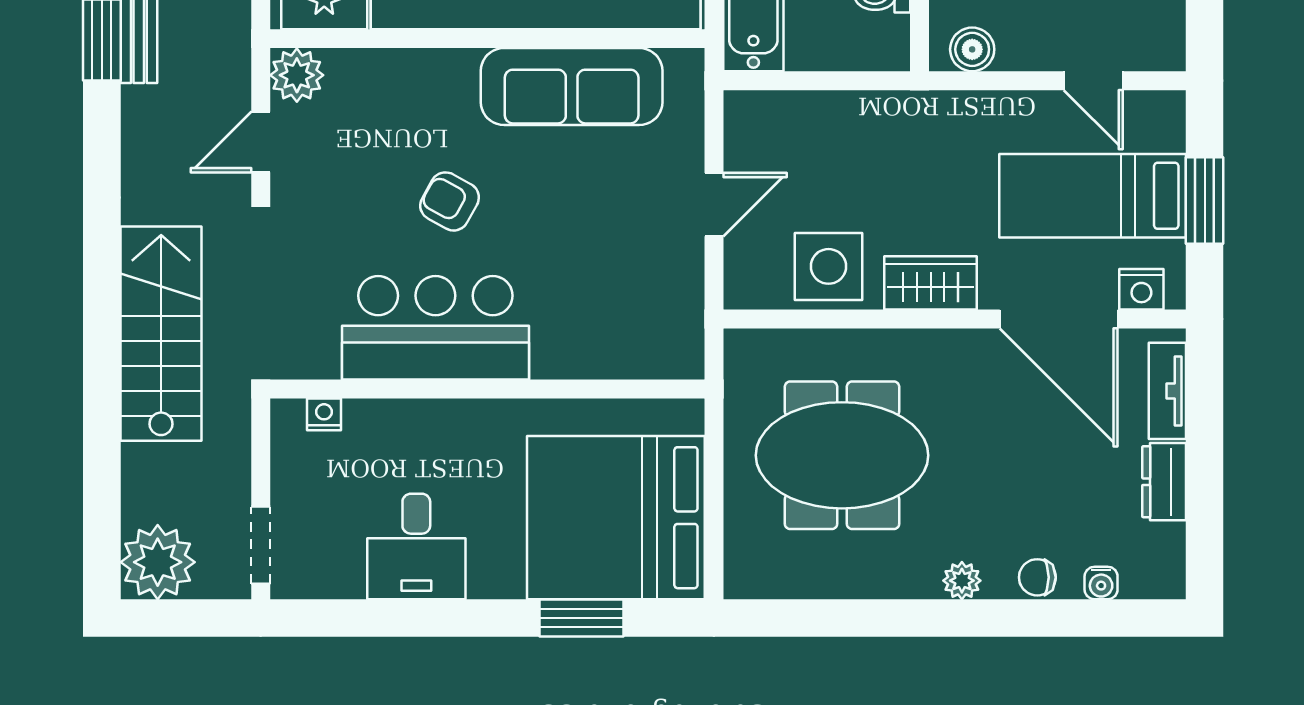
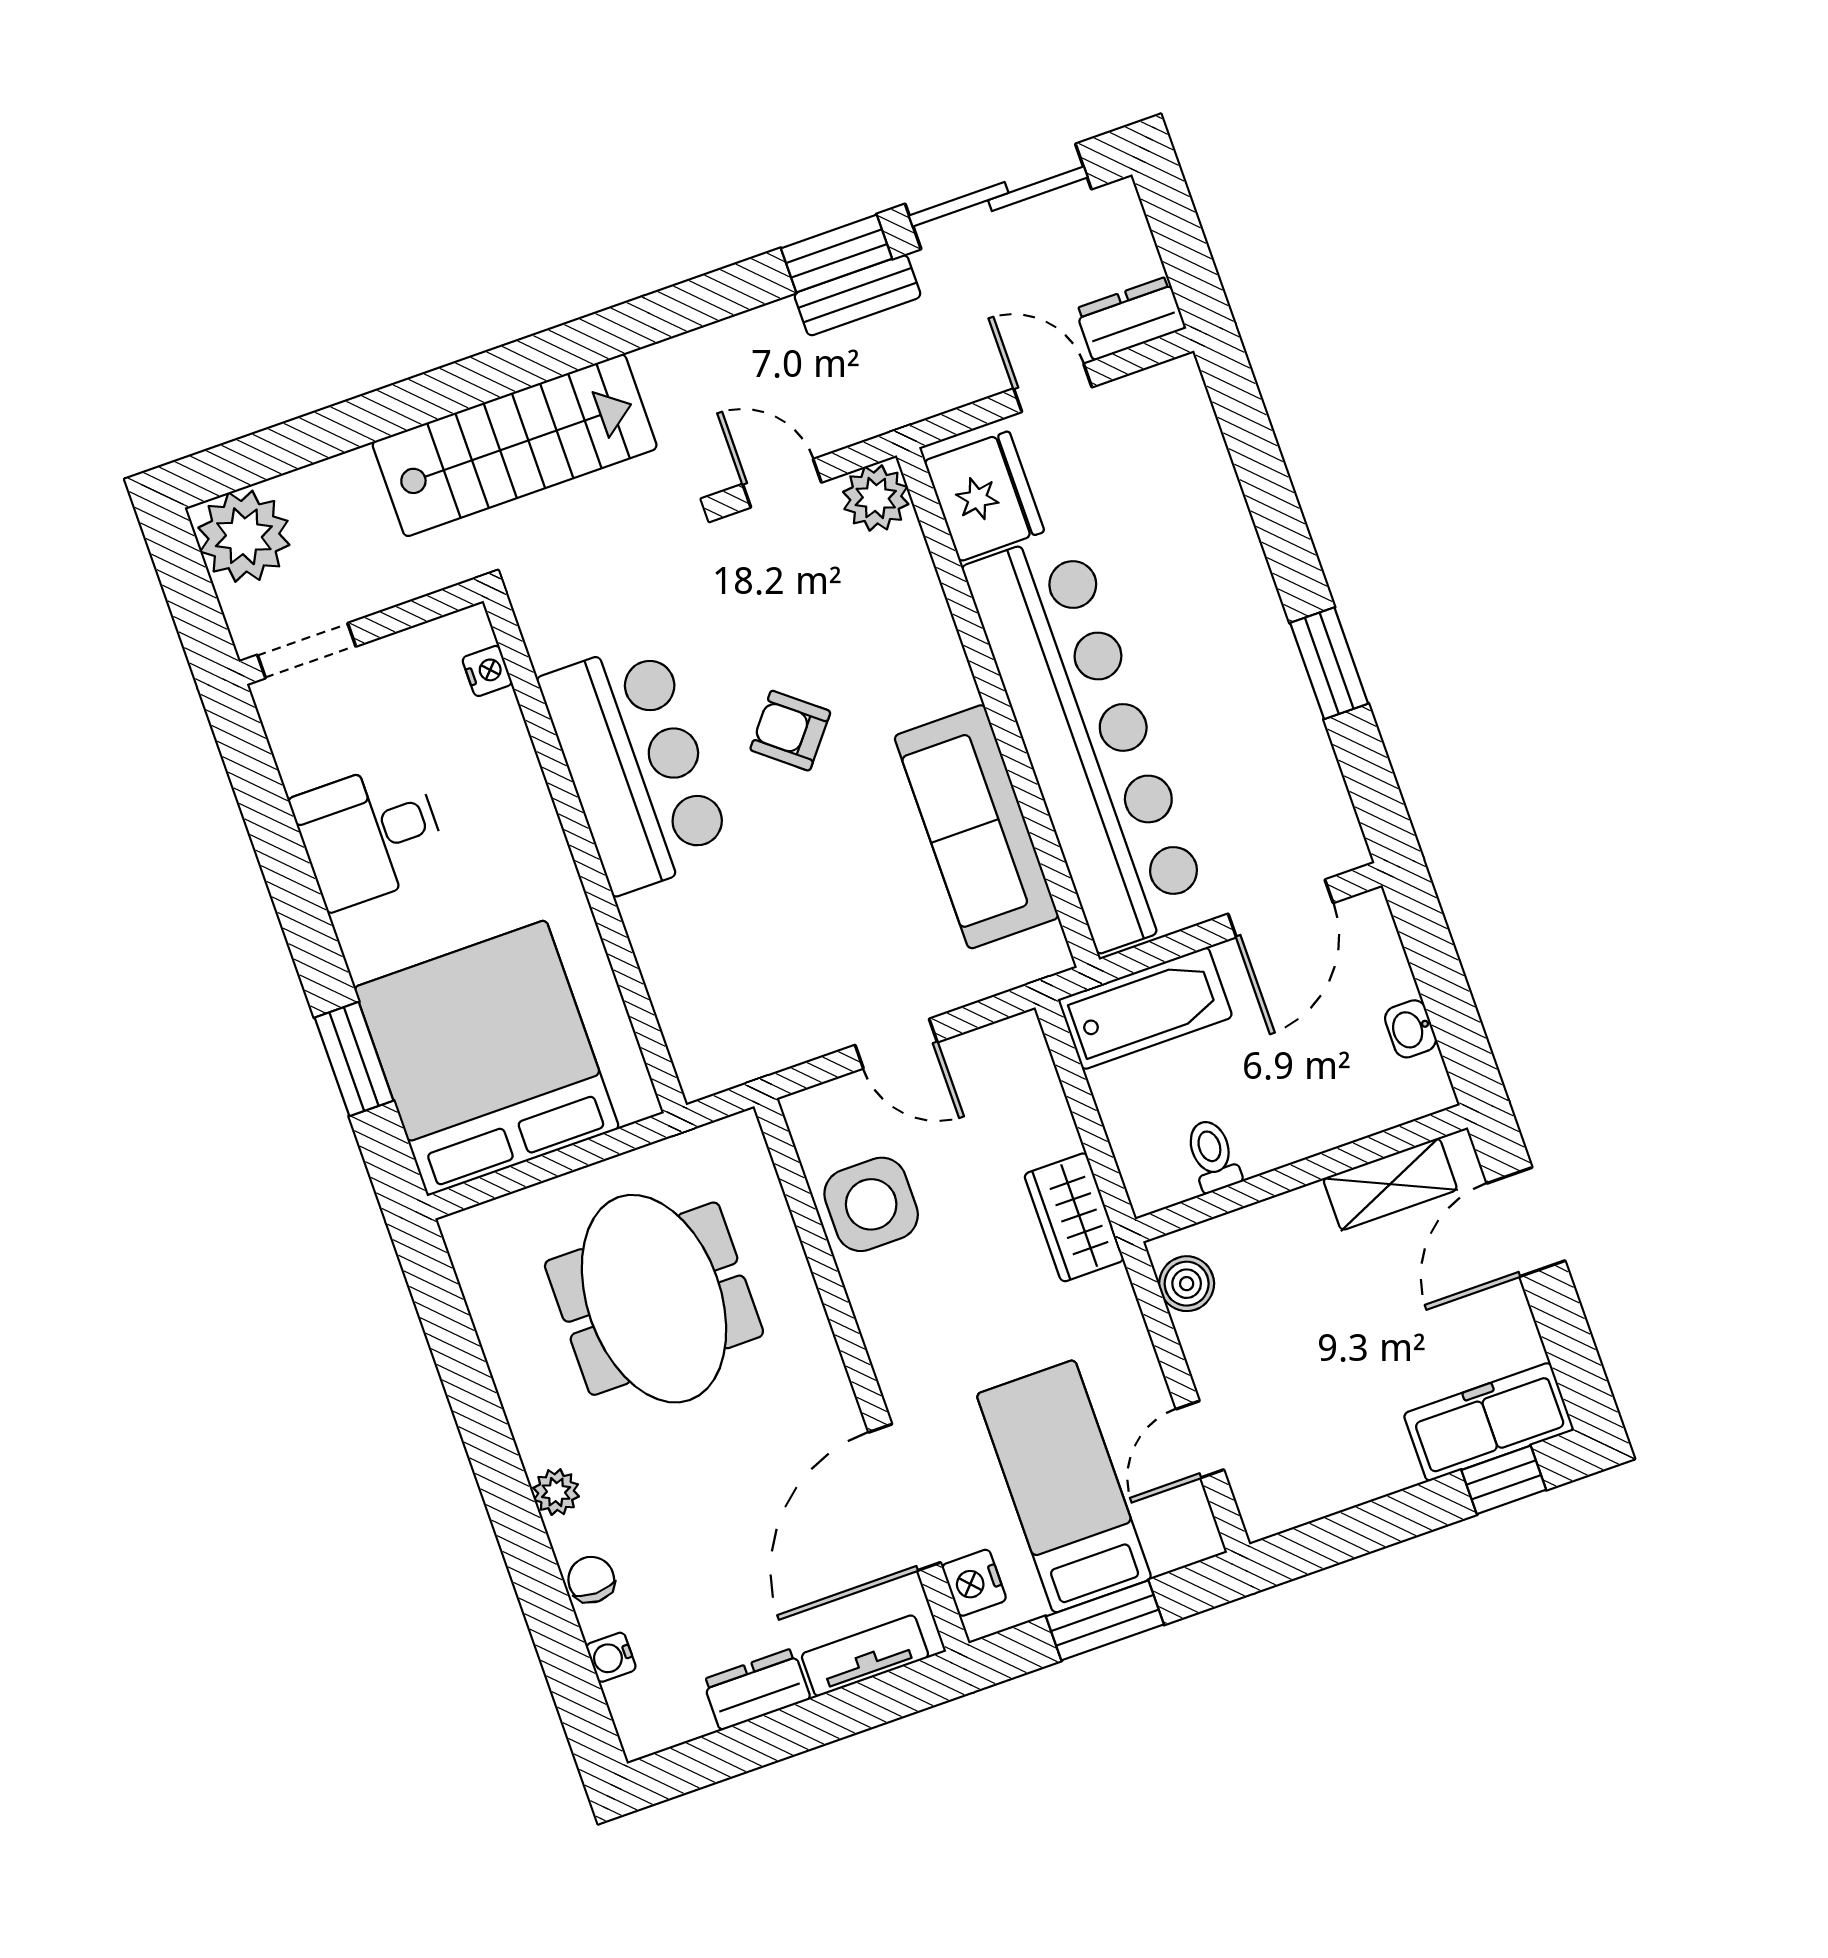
armchair: (450, 201) -> (790, 731), turned -80
wardrobe: (931, 283) -> (1074, 1217), moved, turned 180

